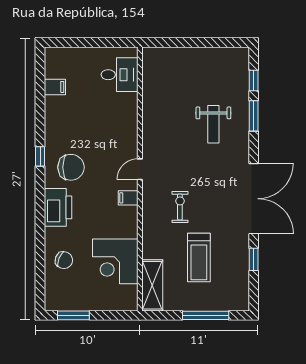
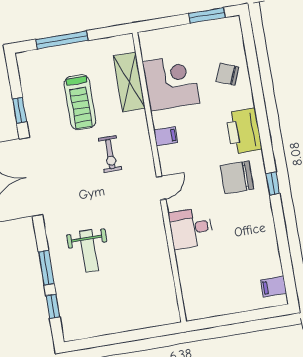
desk: (119, 75) -> (191, 228), moved
filing cabinet: (55, 87) -> (274, 287), moved
weight bench: (213, 124) -> (89, 251), turned 180
filing cabinet: (128, 198) -> (166, 136), moved
treadmill: (199, 257) -> (80, 102), turned 180
shelving: (152, 285) -> (129, 82), moved

